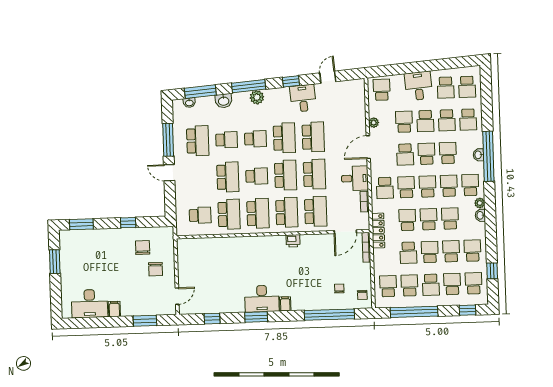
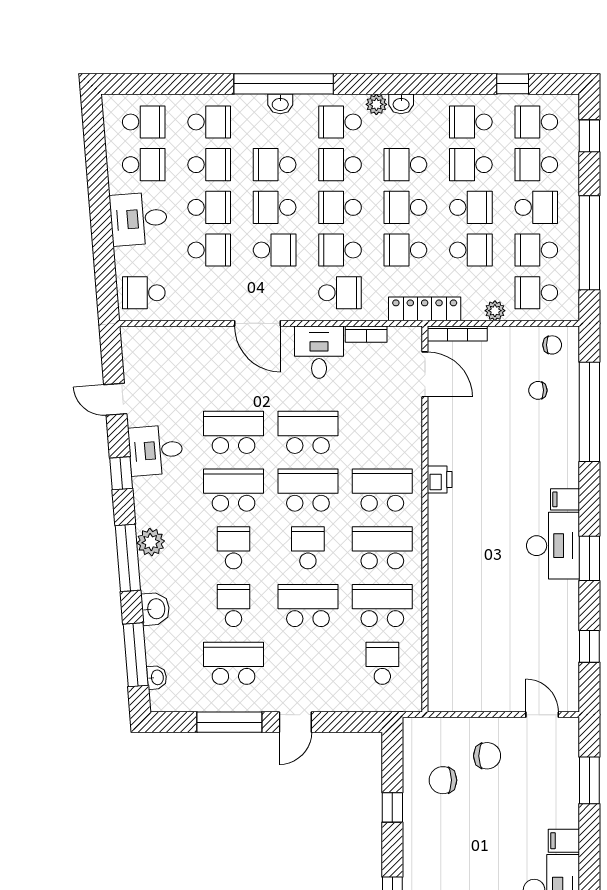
school desk: (404, 122) -> (209, 250), turned 180
plant: (374, 123) -> (495, 311), moved
school desk: (316, 211) -> (382, 432), removed
school desk: (430, 252) -> (471, 207), turned 180

